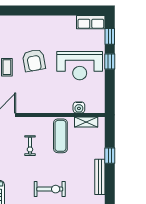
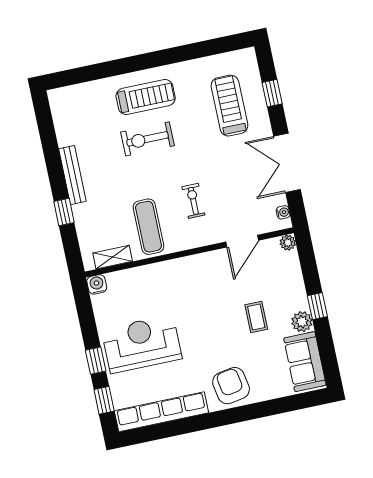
row of seats: (91, 22) -> (161, 412), width x2.02
armchair: (34, 60) -> (231, 386), moved
water cooler: (79, 107) -> (97, 284), moved

